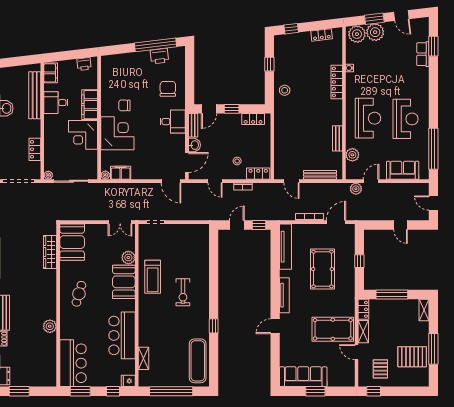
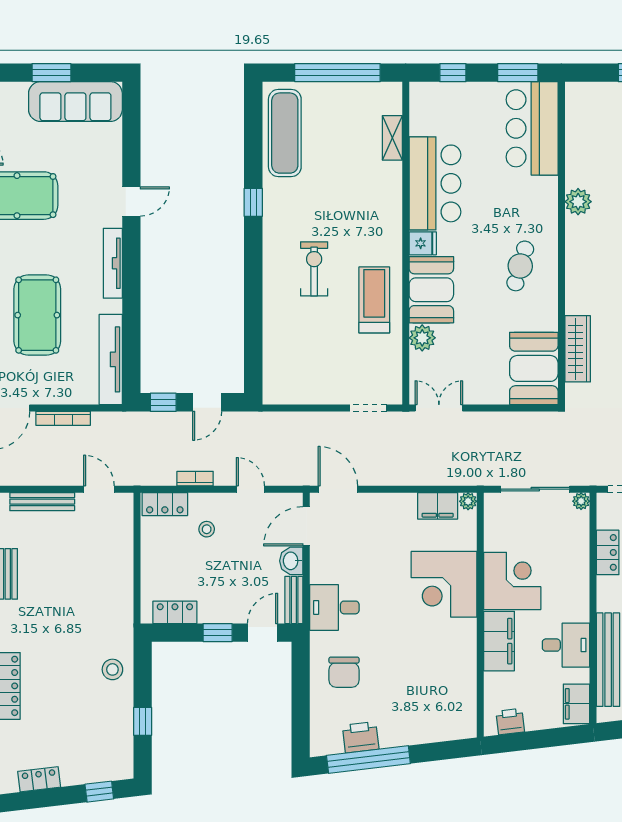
chair: (124, 105) -> (430, 639), removed
fridge: (128, 381) -> (423, 243), moved

